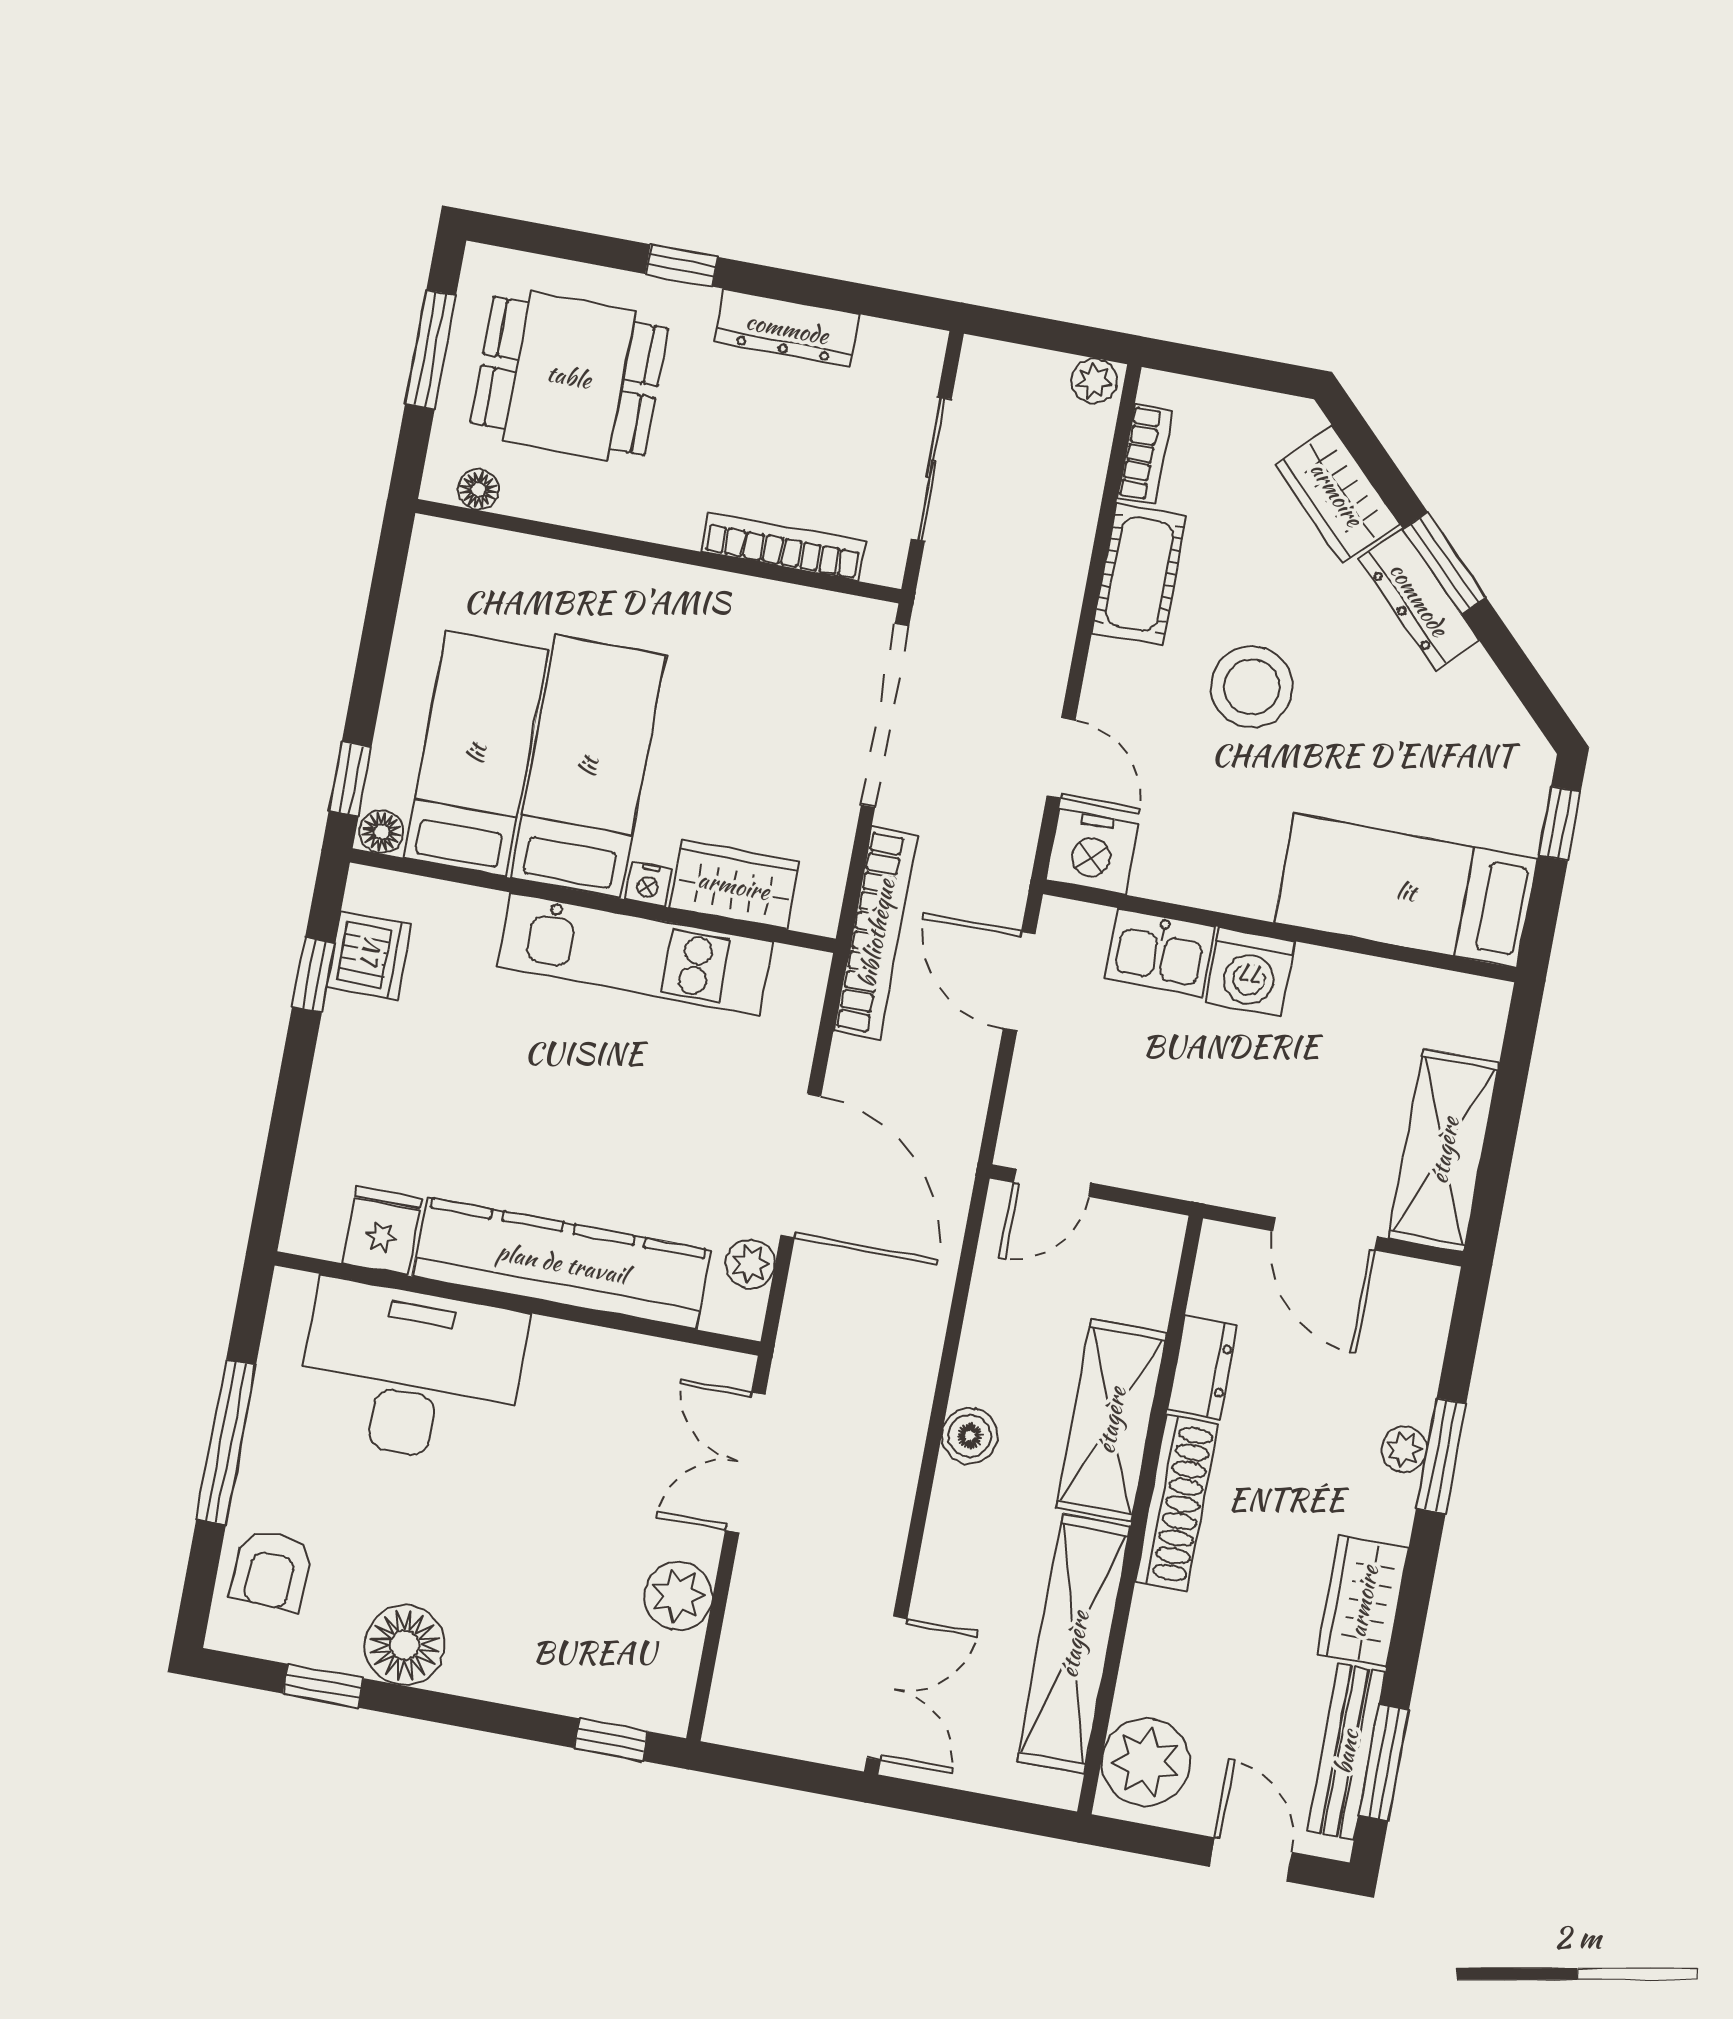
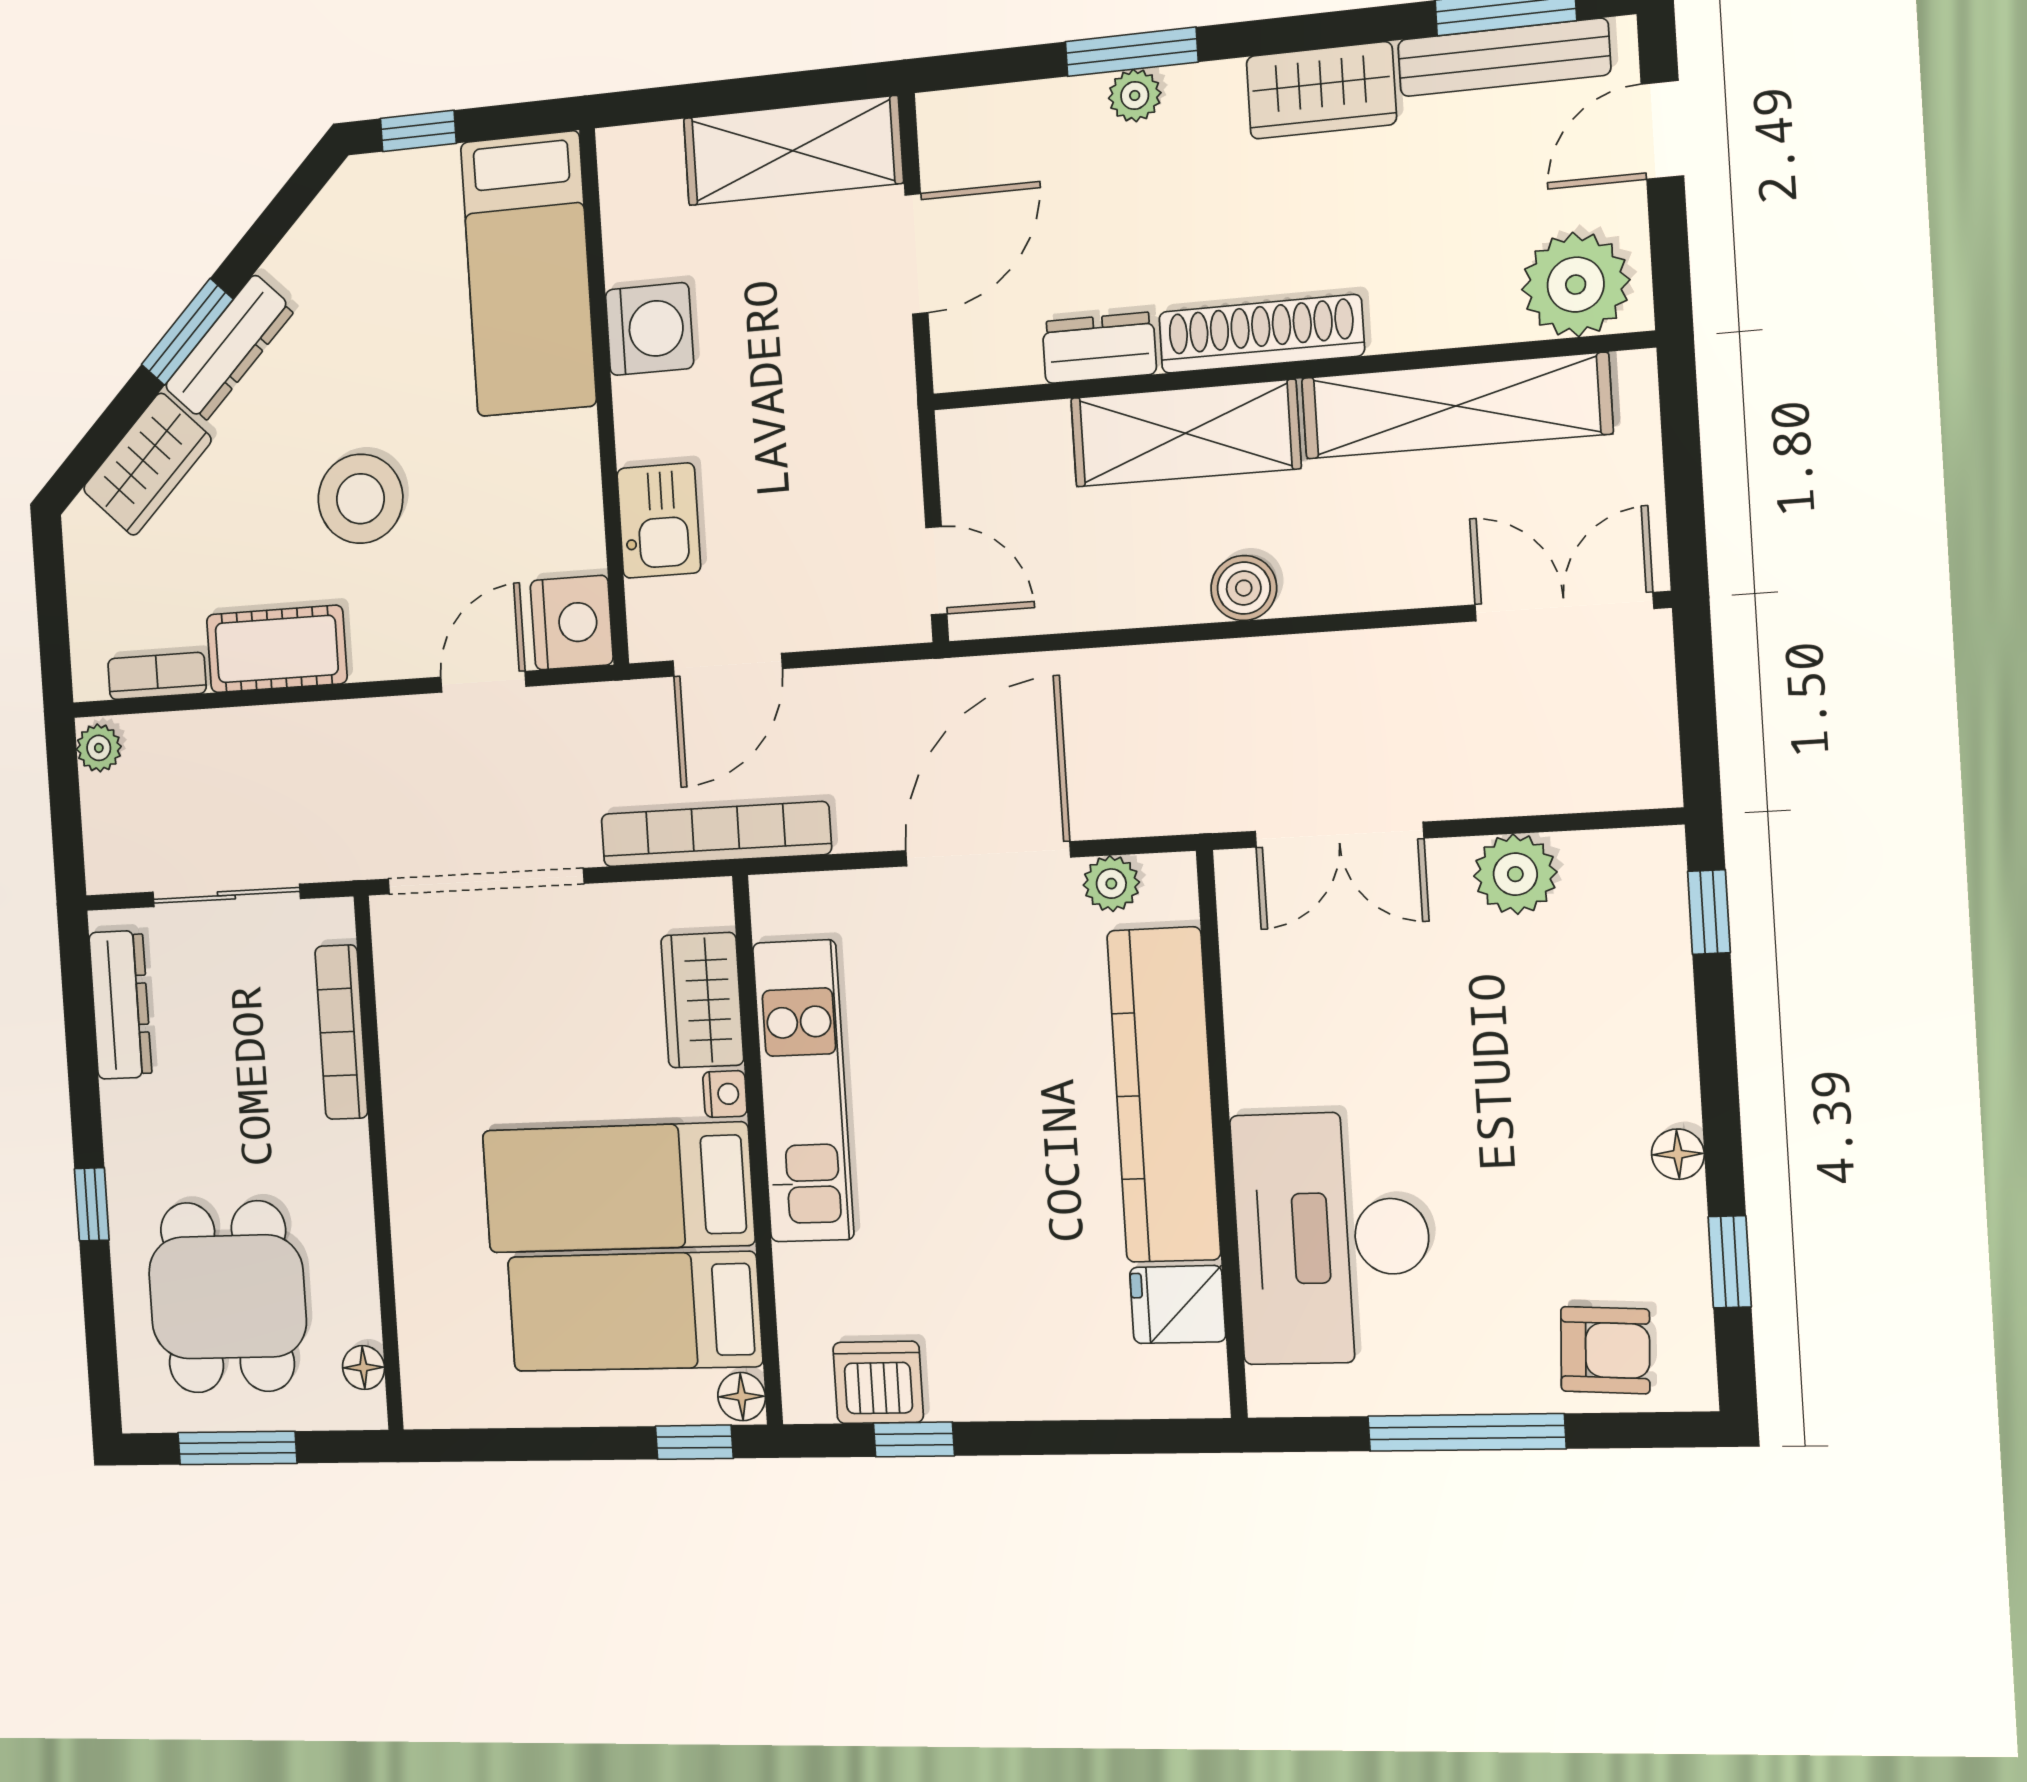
dresser: (787, 328) -> (120, 1005), moved
washing machine: (1250, 972) -> (649, 329), moved
floor lamp: (405, 1645) -> (1678, 1154), width x0.53, depth x0.53

